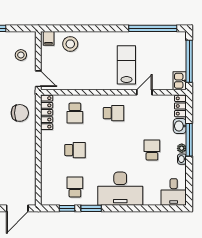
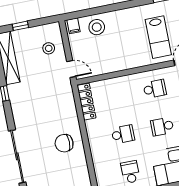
lab bench: (126, 65) -> (158, 37), turned 180
chair: (20, 113) -> (64, 143), moved, turned 180
school desk: (75, 113) -> (162, 127), moved, turned 90

